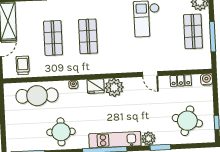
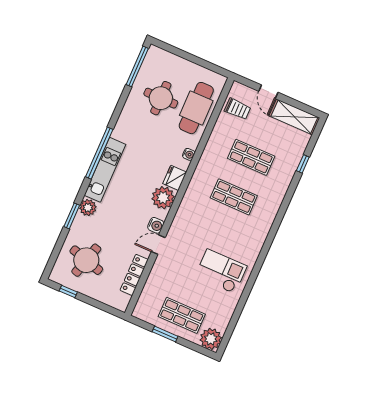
window: (213, 37) -> (165, 334), width x0.69
water cooler: (206, 80) -> (156, 225), moved
locker: (181, 81) -> (134, 275), width x1.53
round table: (61, 132) -> (161, 98), moved

